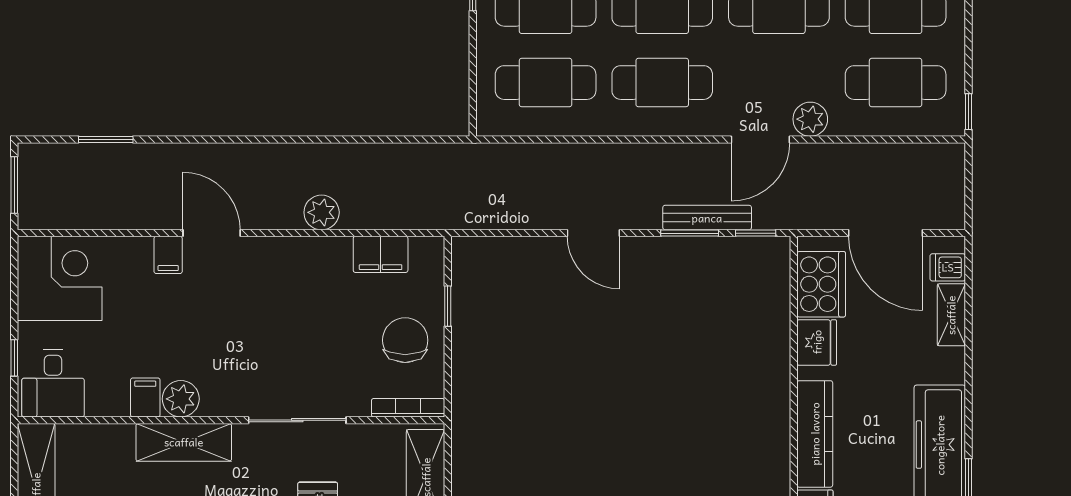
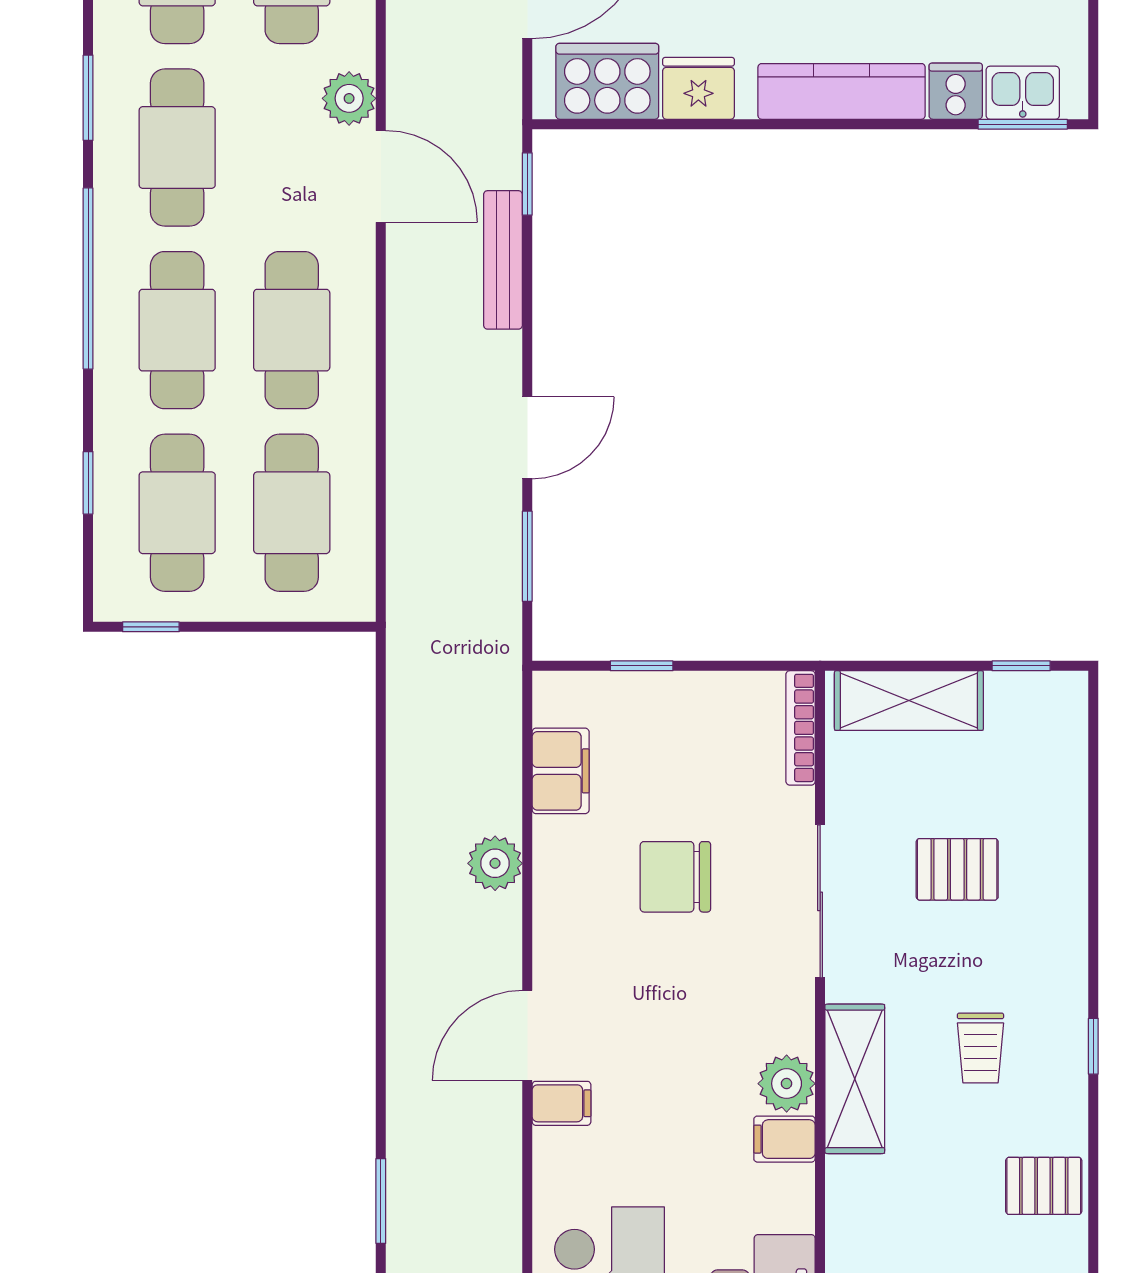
window: (690, 233) -> (527, 556), moved
chair: (405, 340) -> (675, 877), moved

